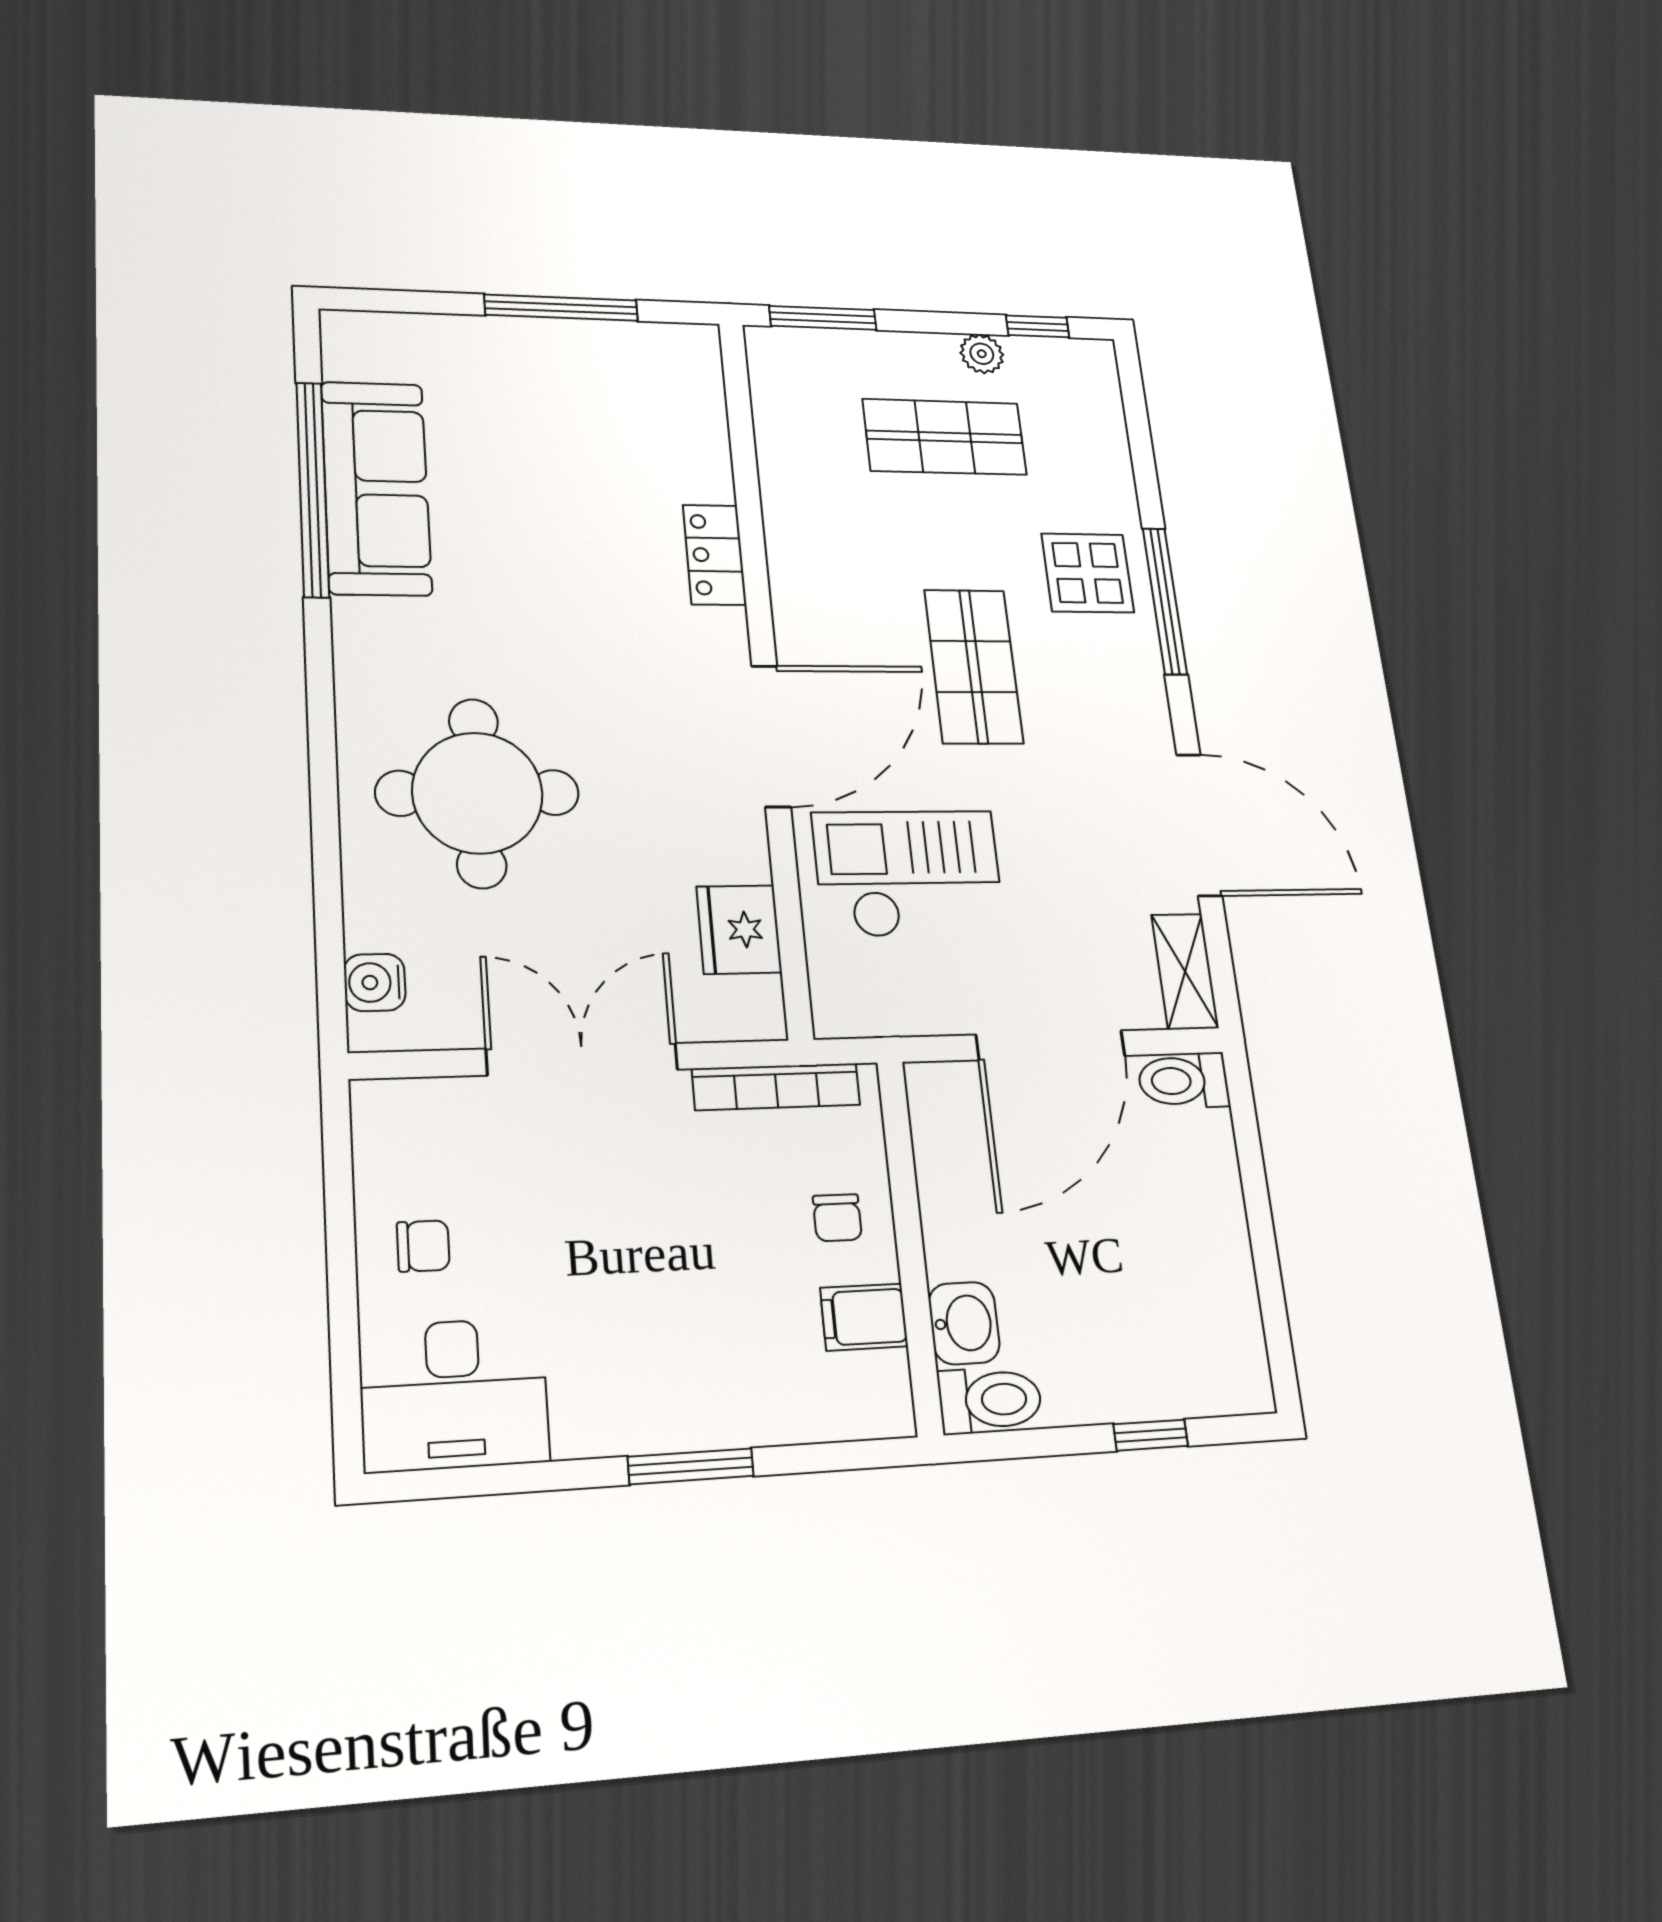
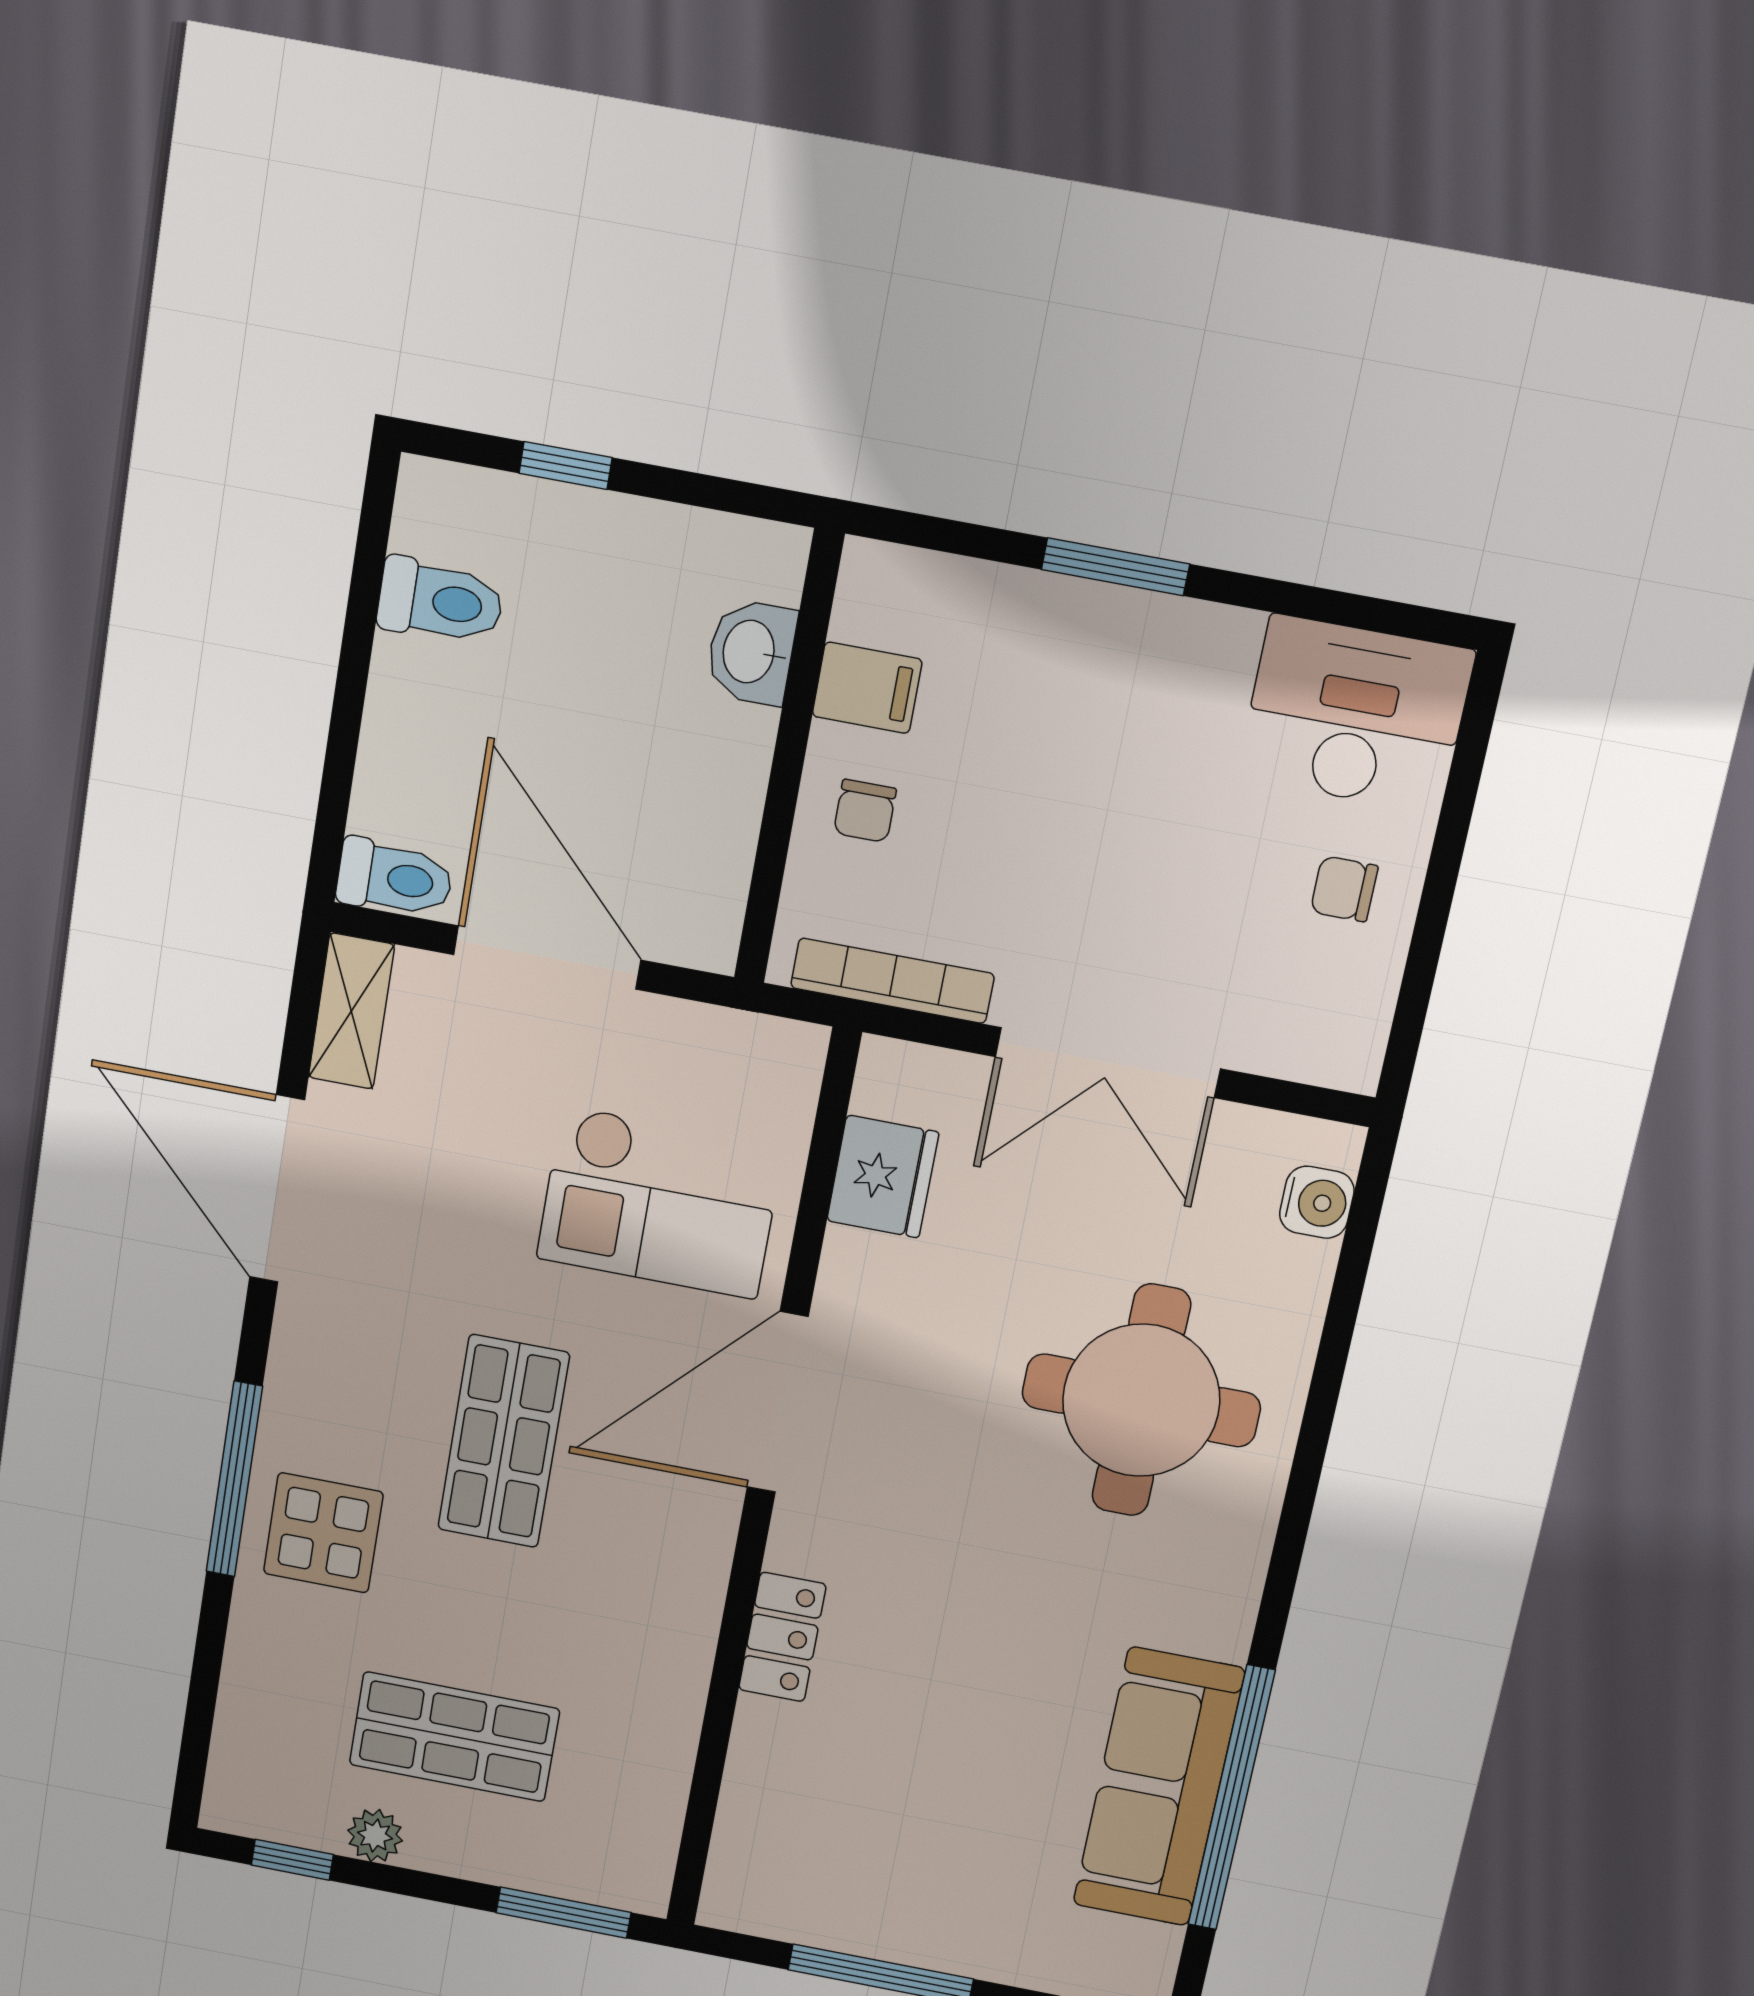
door: (1051, 1045) -> (547, 957), hinge flipped
chair: (837, 1218) -> (865, 811), turned 180
toilet: (990, 1400) -> (440, 601), moved, turned 180

